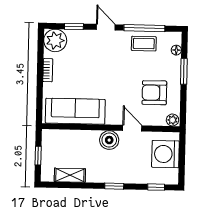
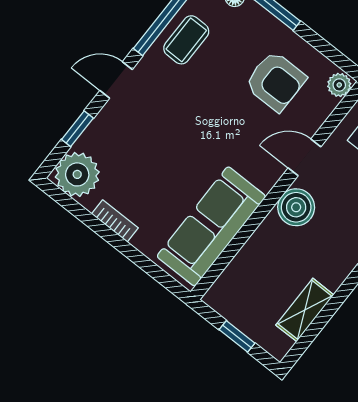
armchair: (154, 93) -> (275, 81), turned -90

